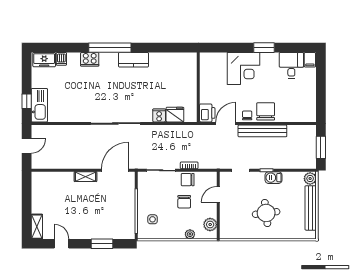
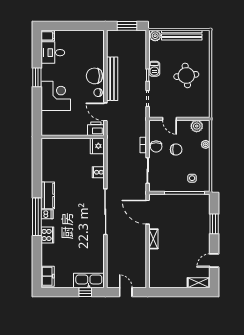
dishwasher: (61, 59) -> (47, 214), moved
fridge: (175, 115) -> (97, 146), moved

